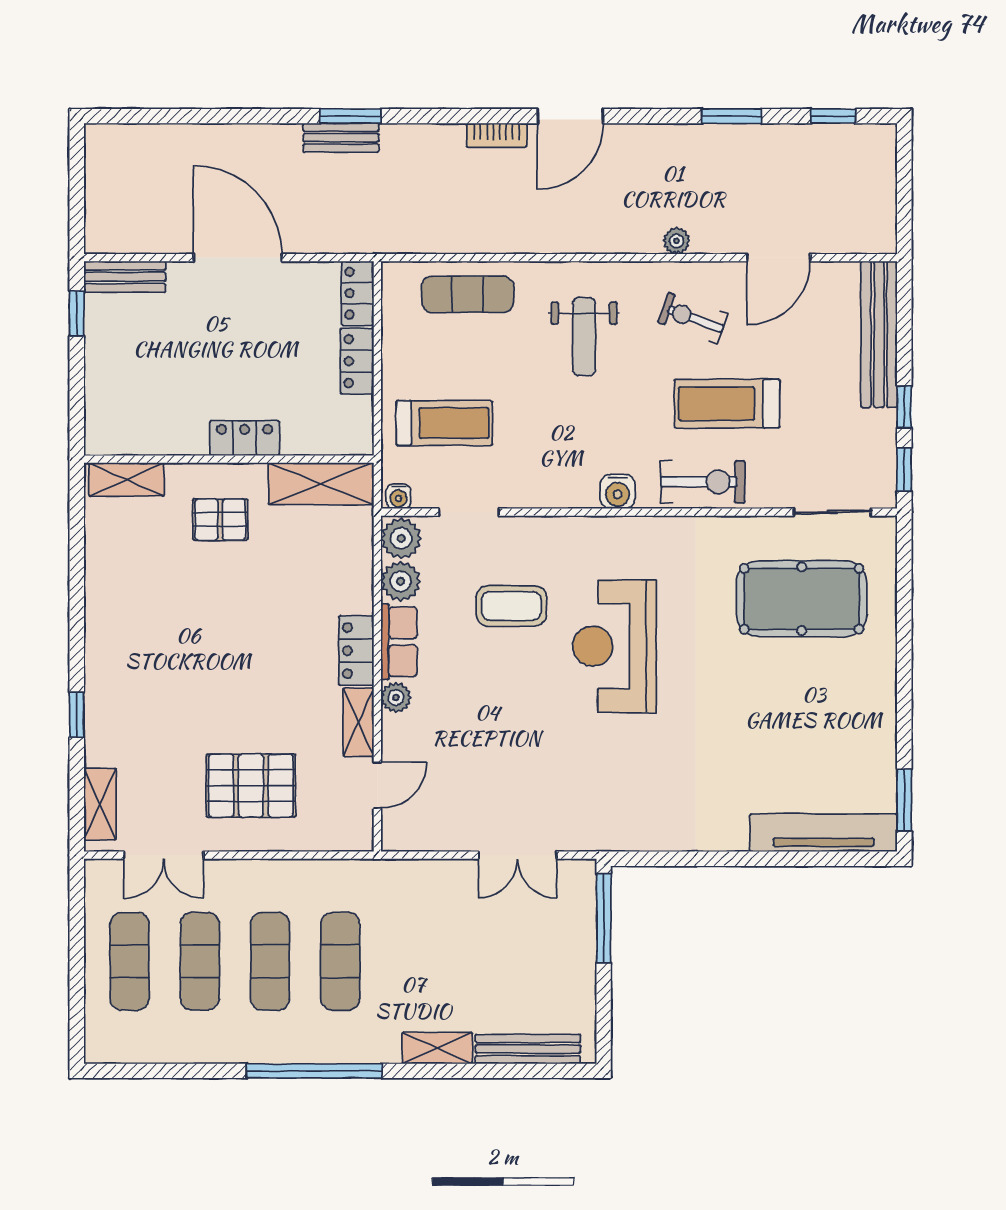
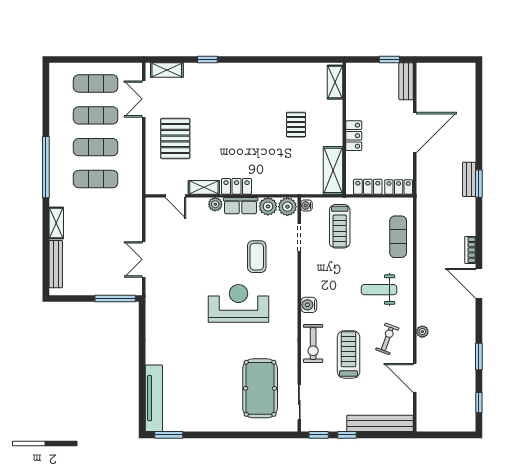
locker: (245, 438) -> (354, 136), moved
wall: (229, 459) -> (344, 128), moved
shelving: (127, 480) -> (335, 82), moved
shelving: (321, 484) -> (333, 170), moved

